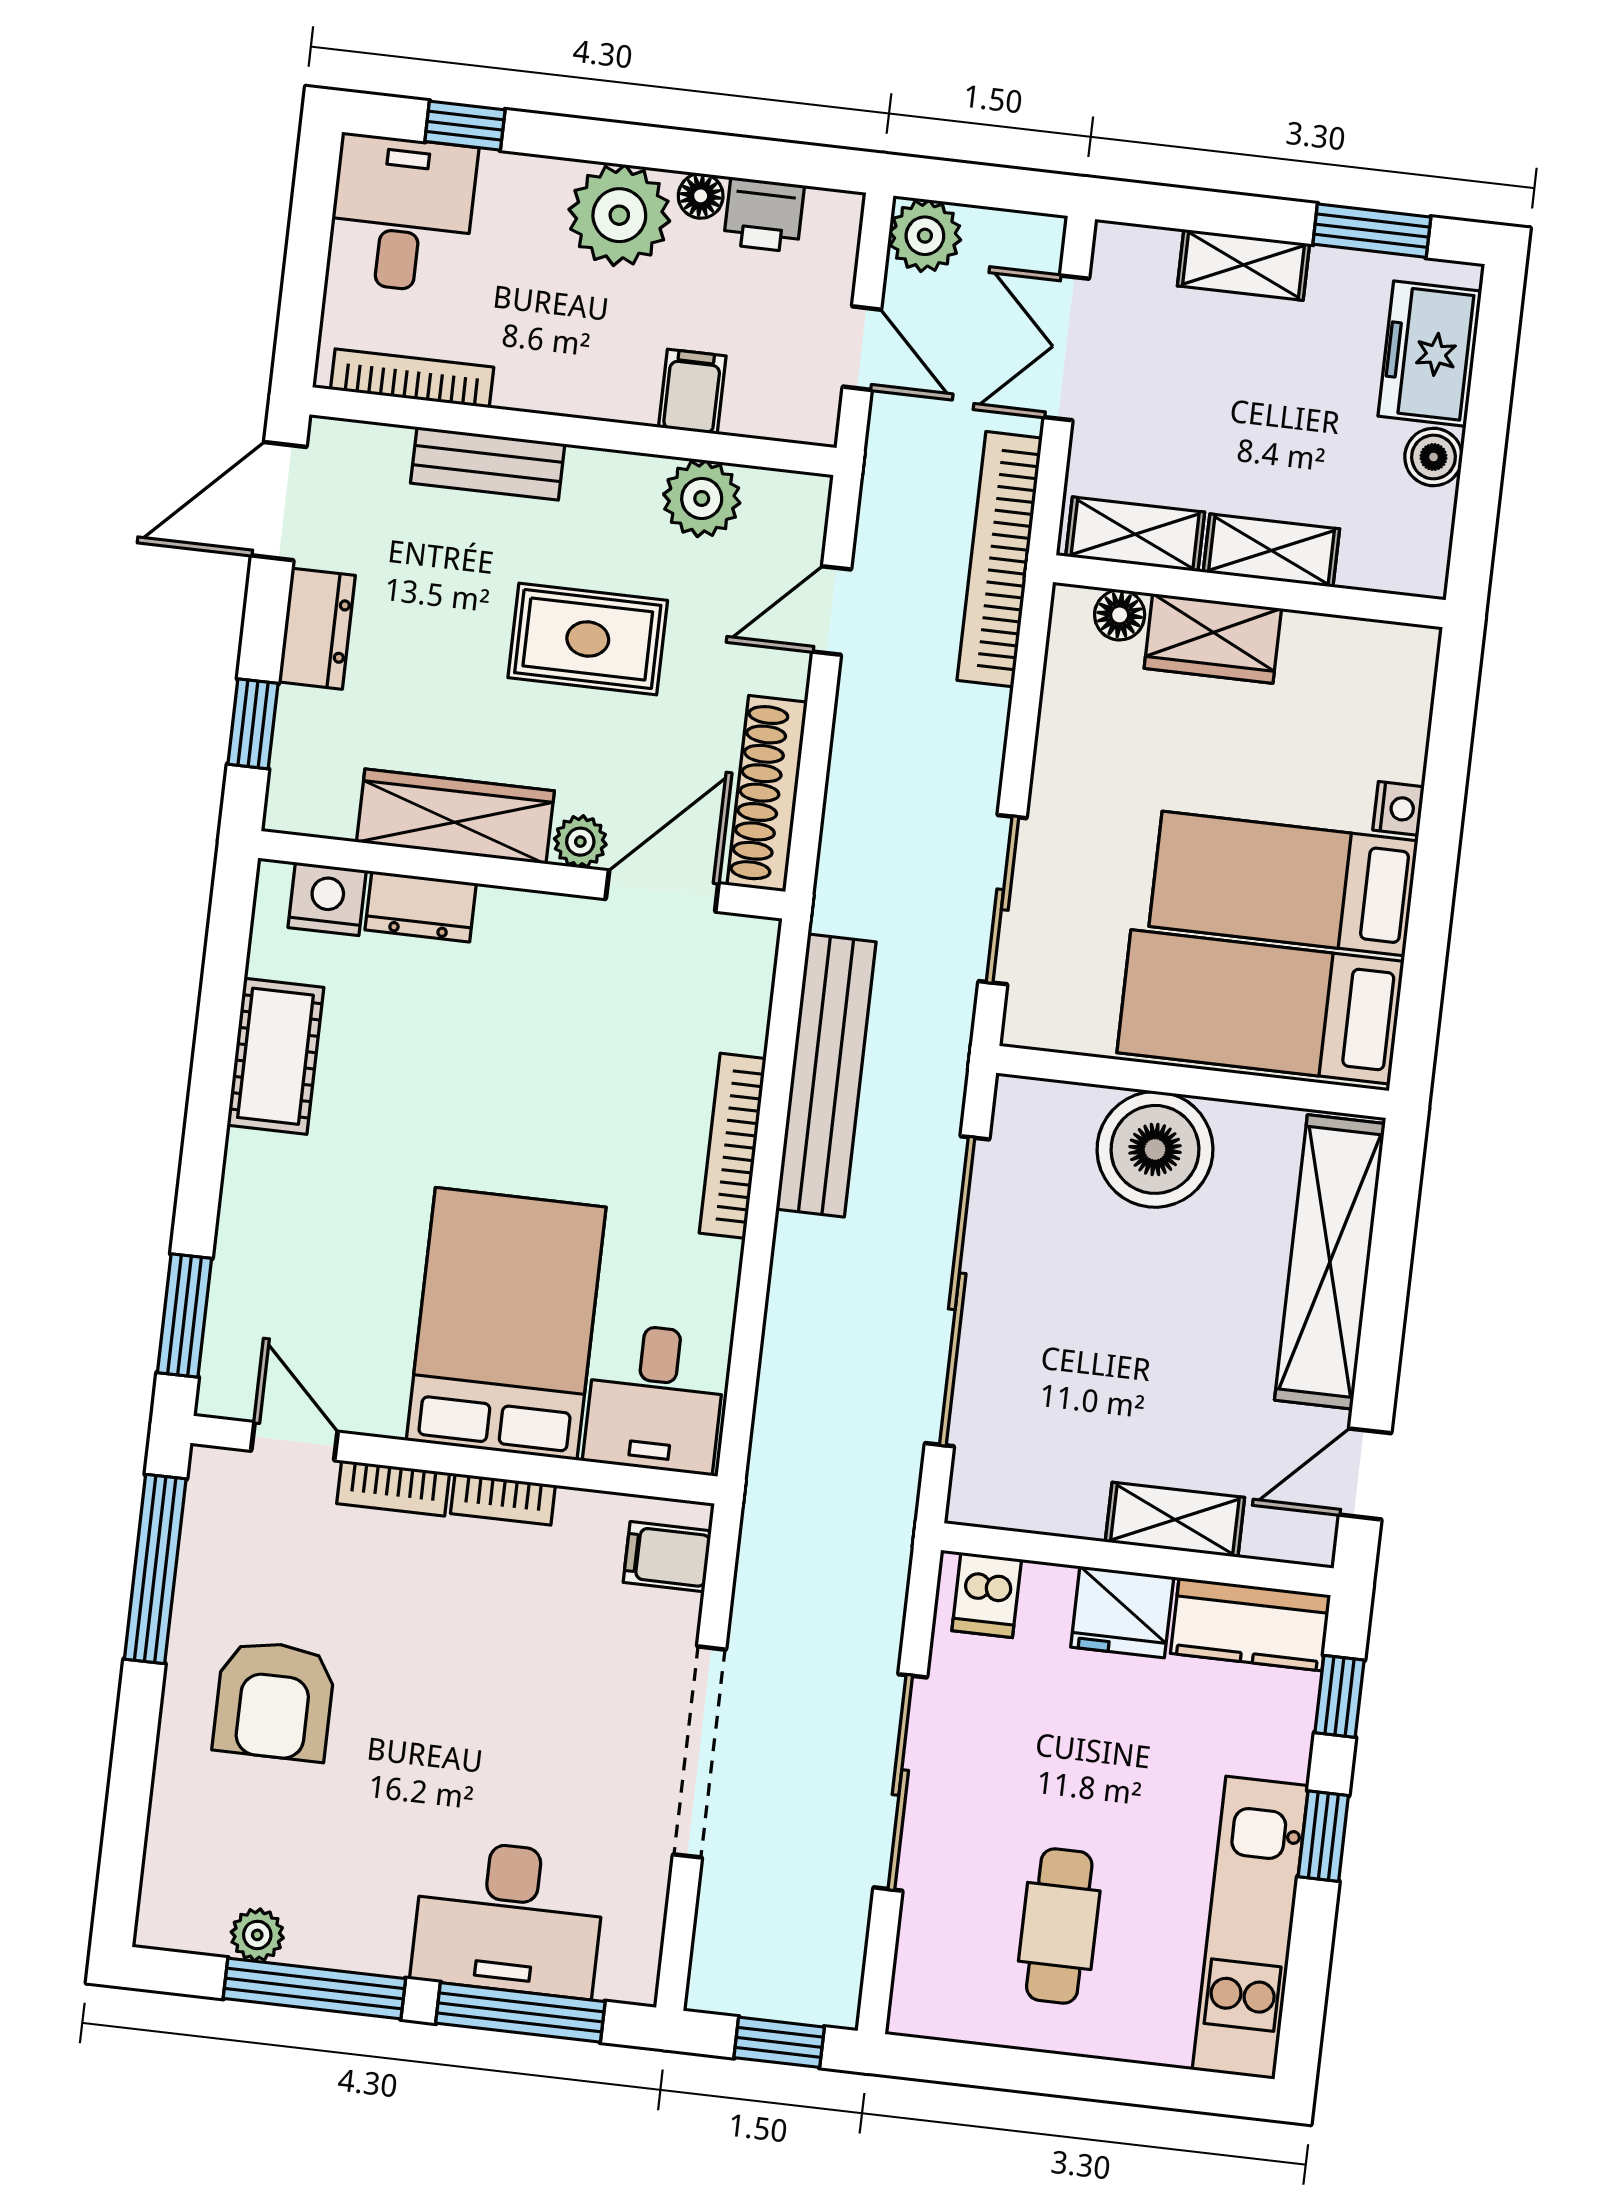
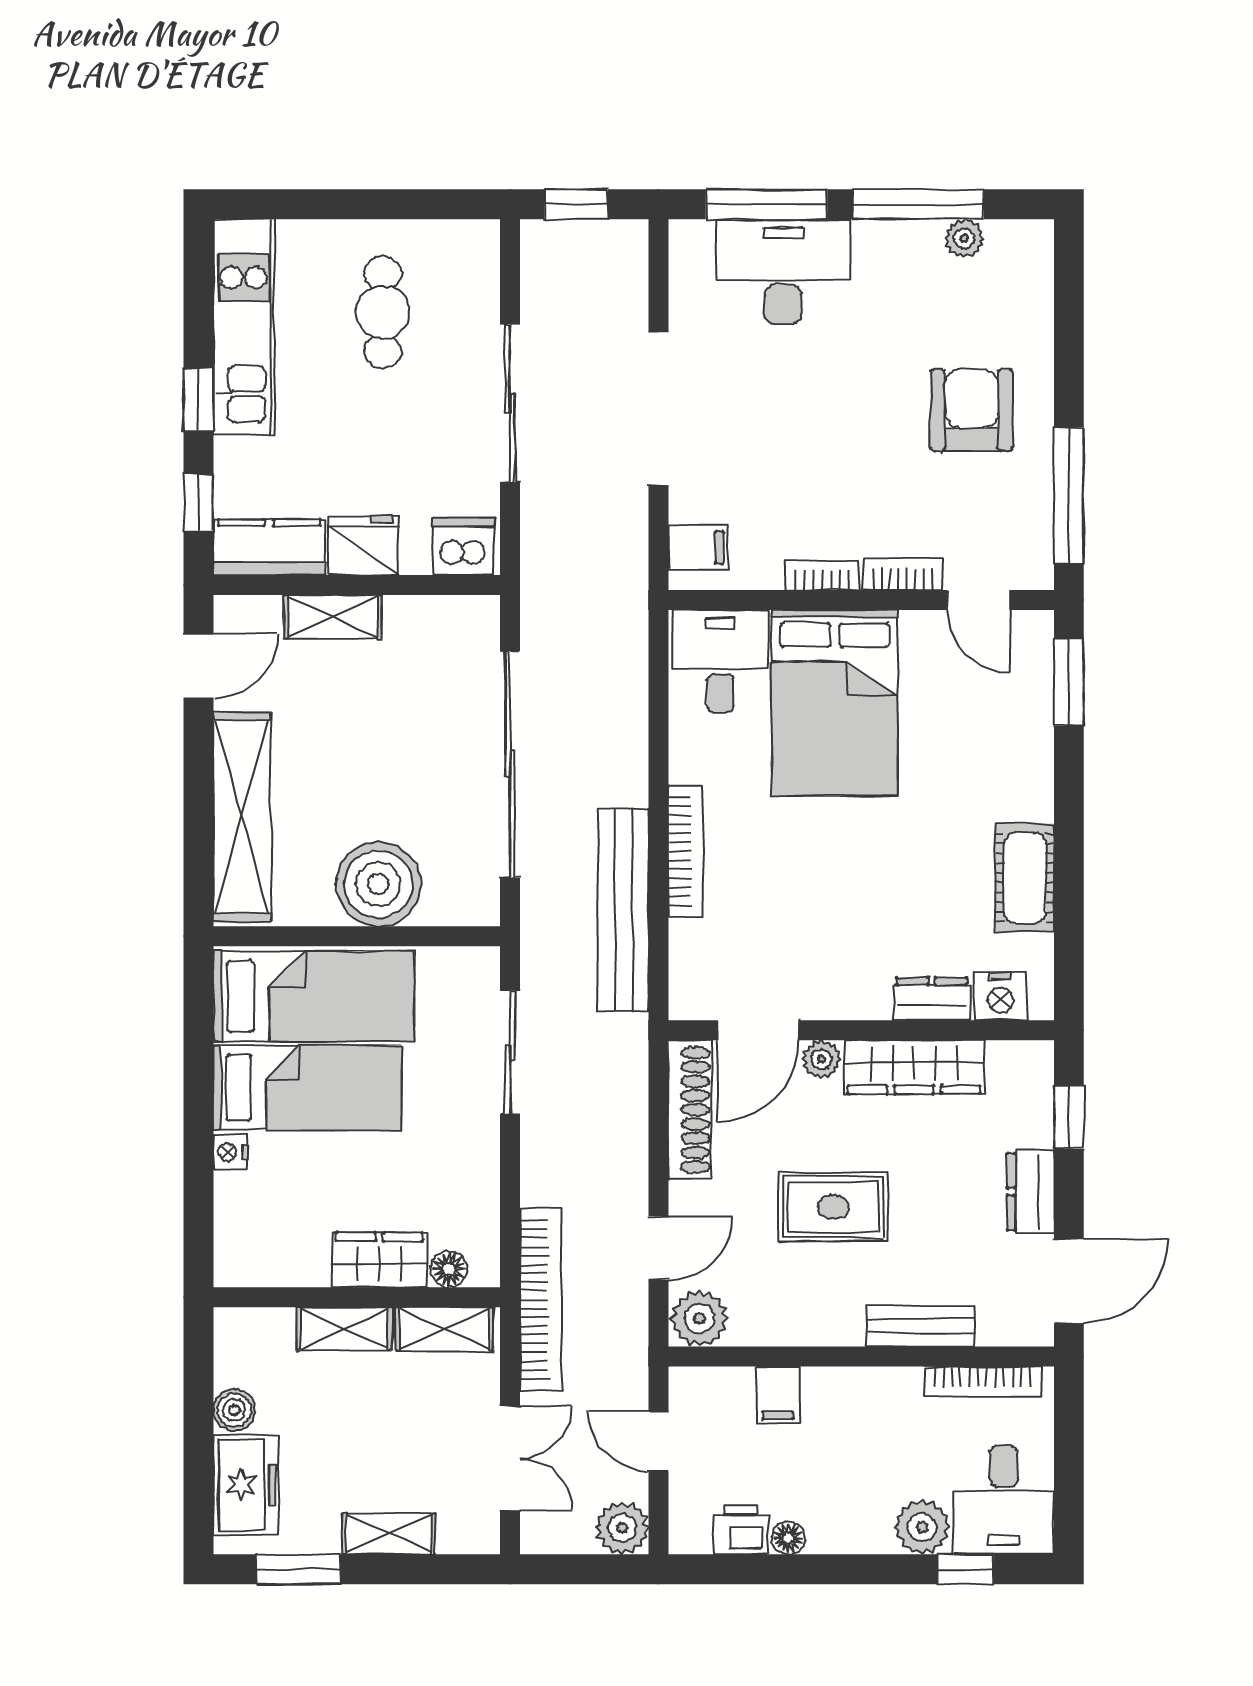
plant: (619, 215) -> (922, 1527), moved, width x0.73, depth x0.73
plant: (702, 498) -> (699, 1318), moved
dishwasher: (987, 1595) -> (463, 546), width x1.38

